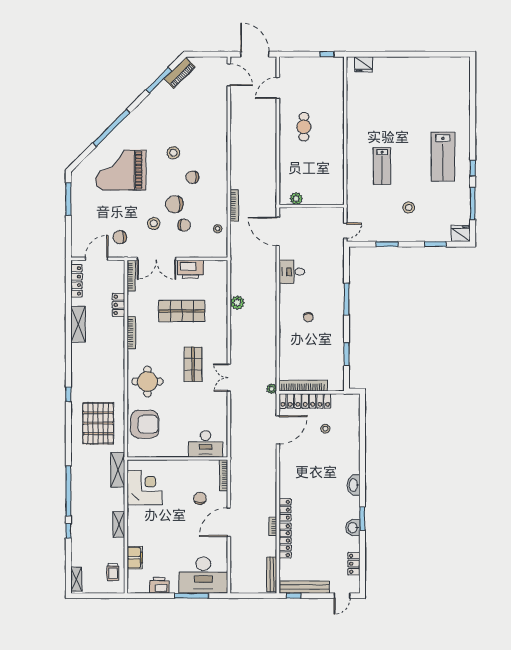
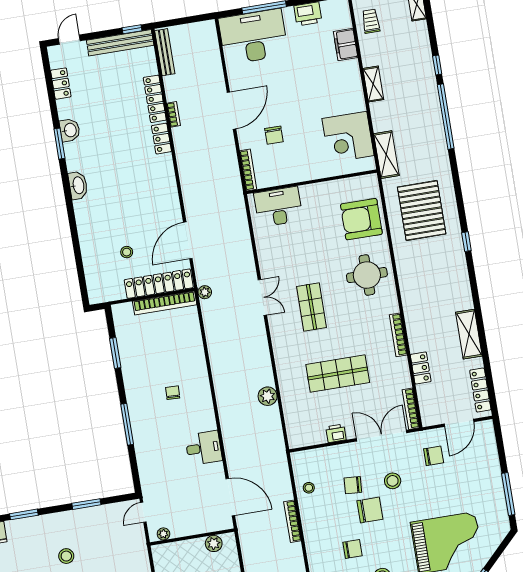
plant: (333, 212) -> (163, 534), added
printer: (190, 269) -> (336, 433), width x0.53, depth x0.68

